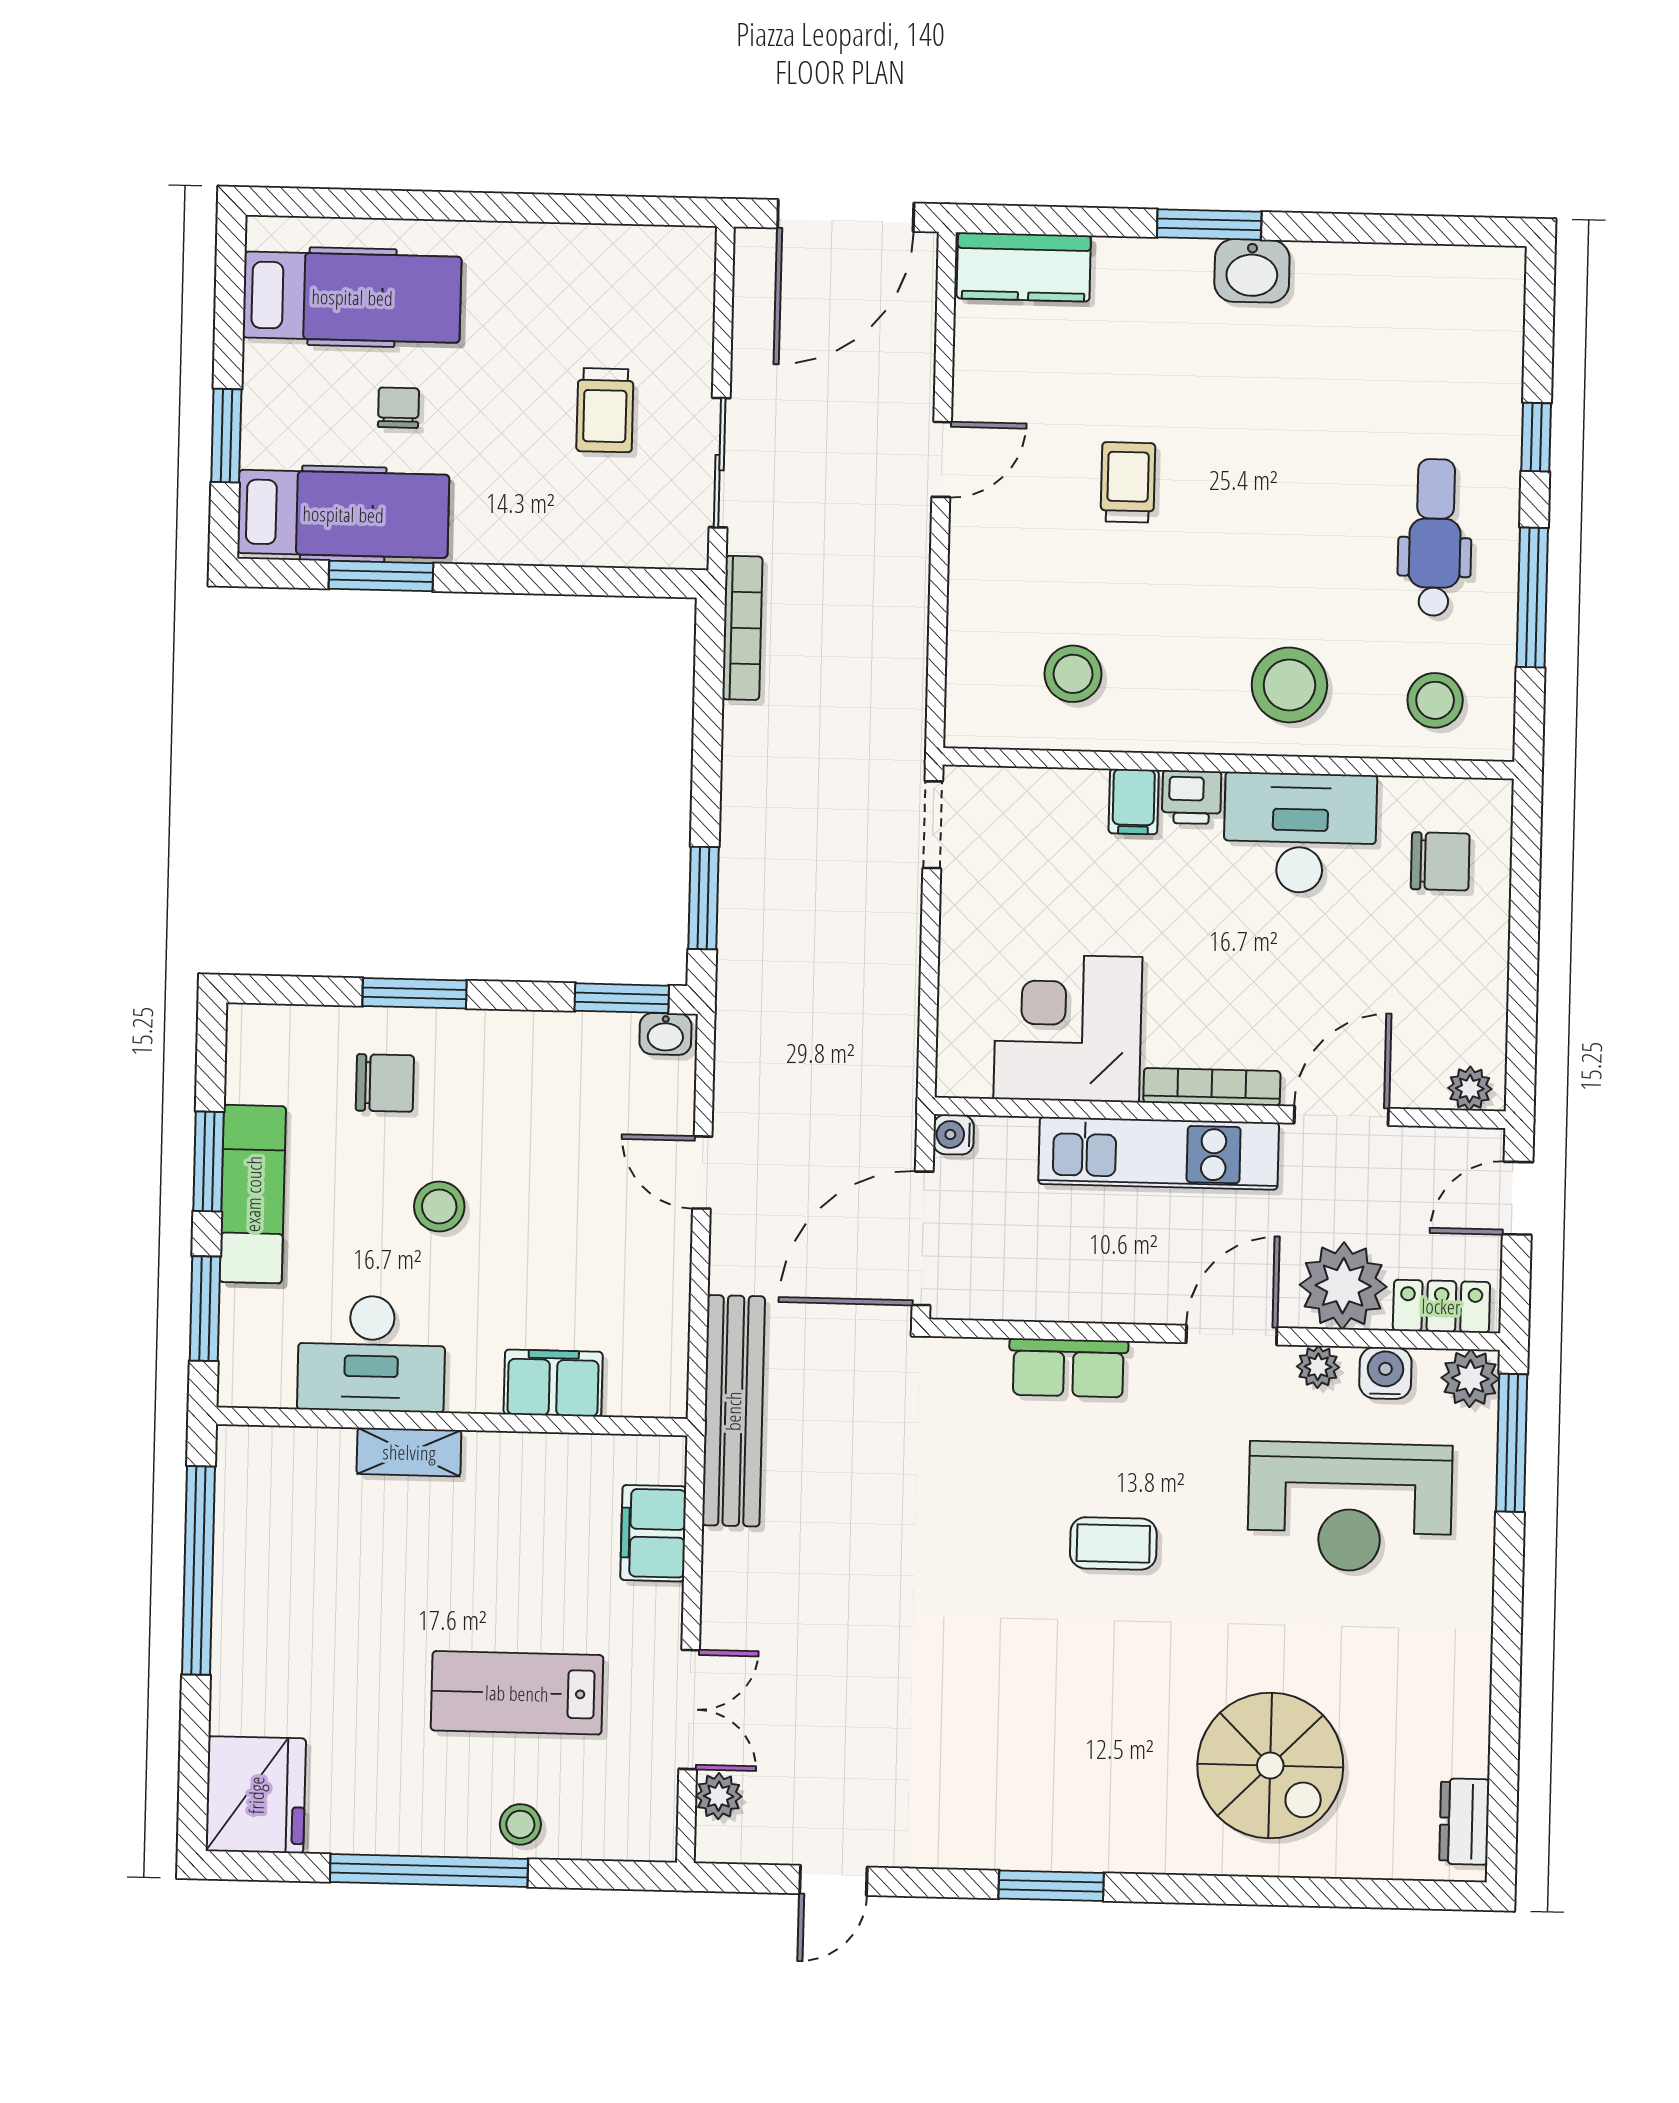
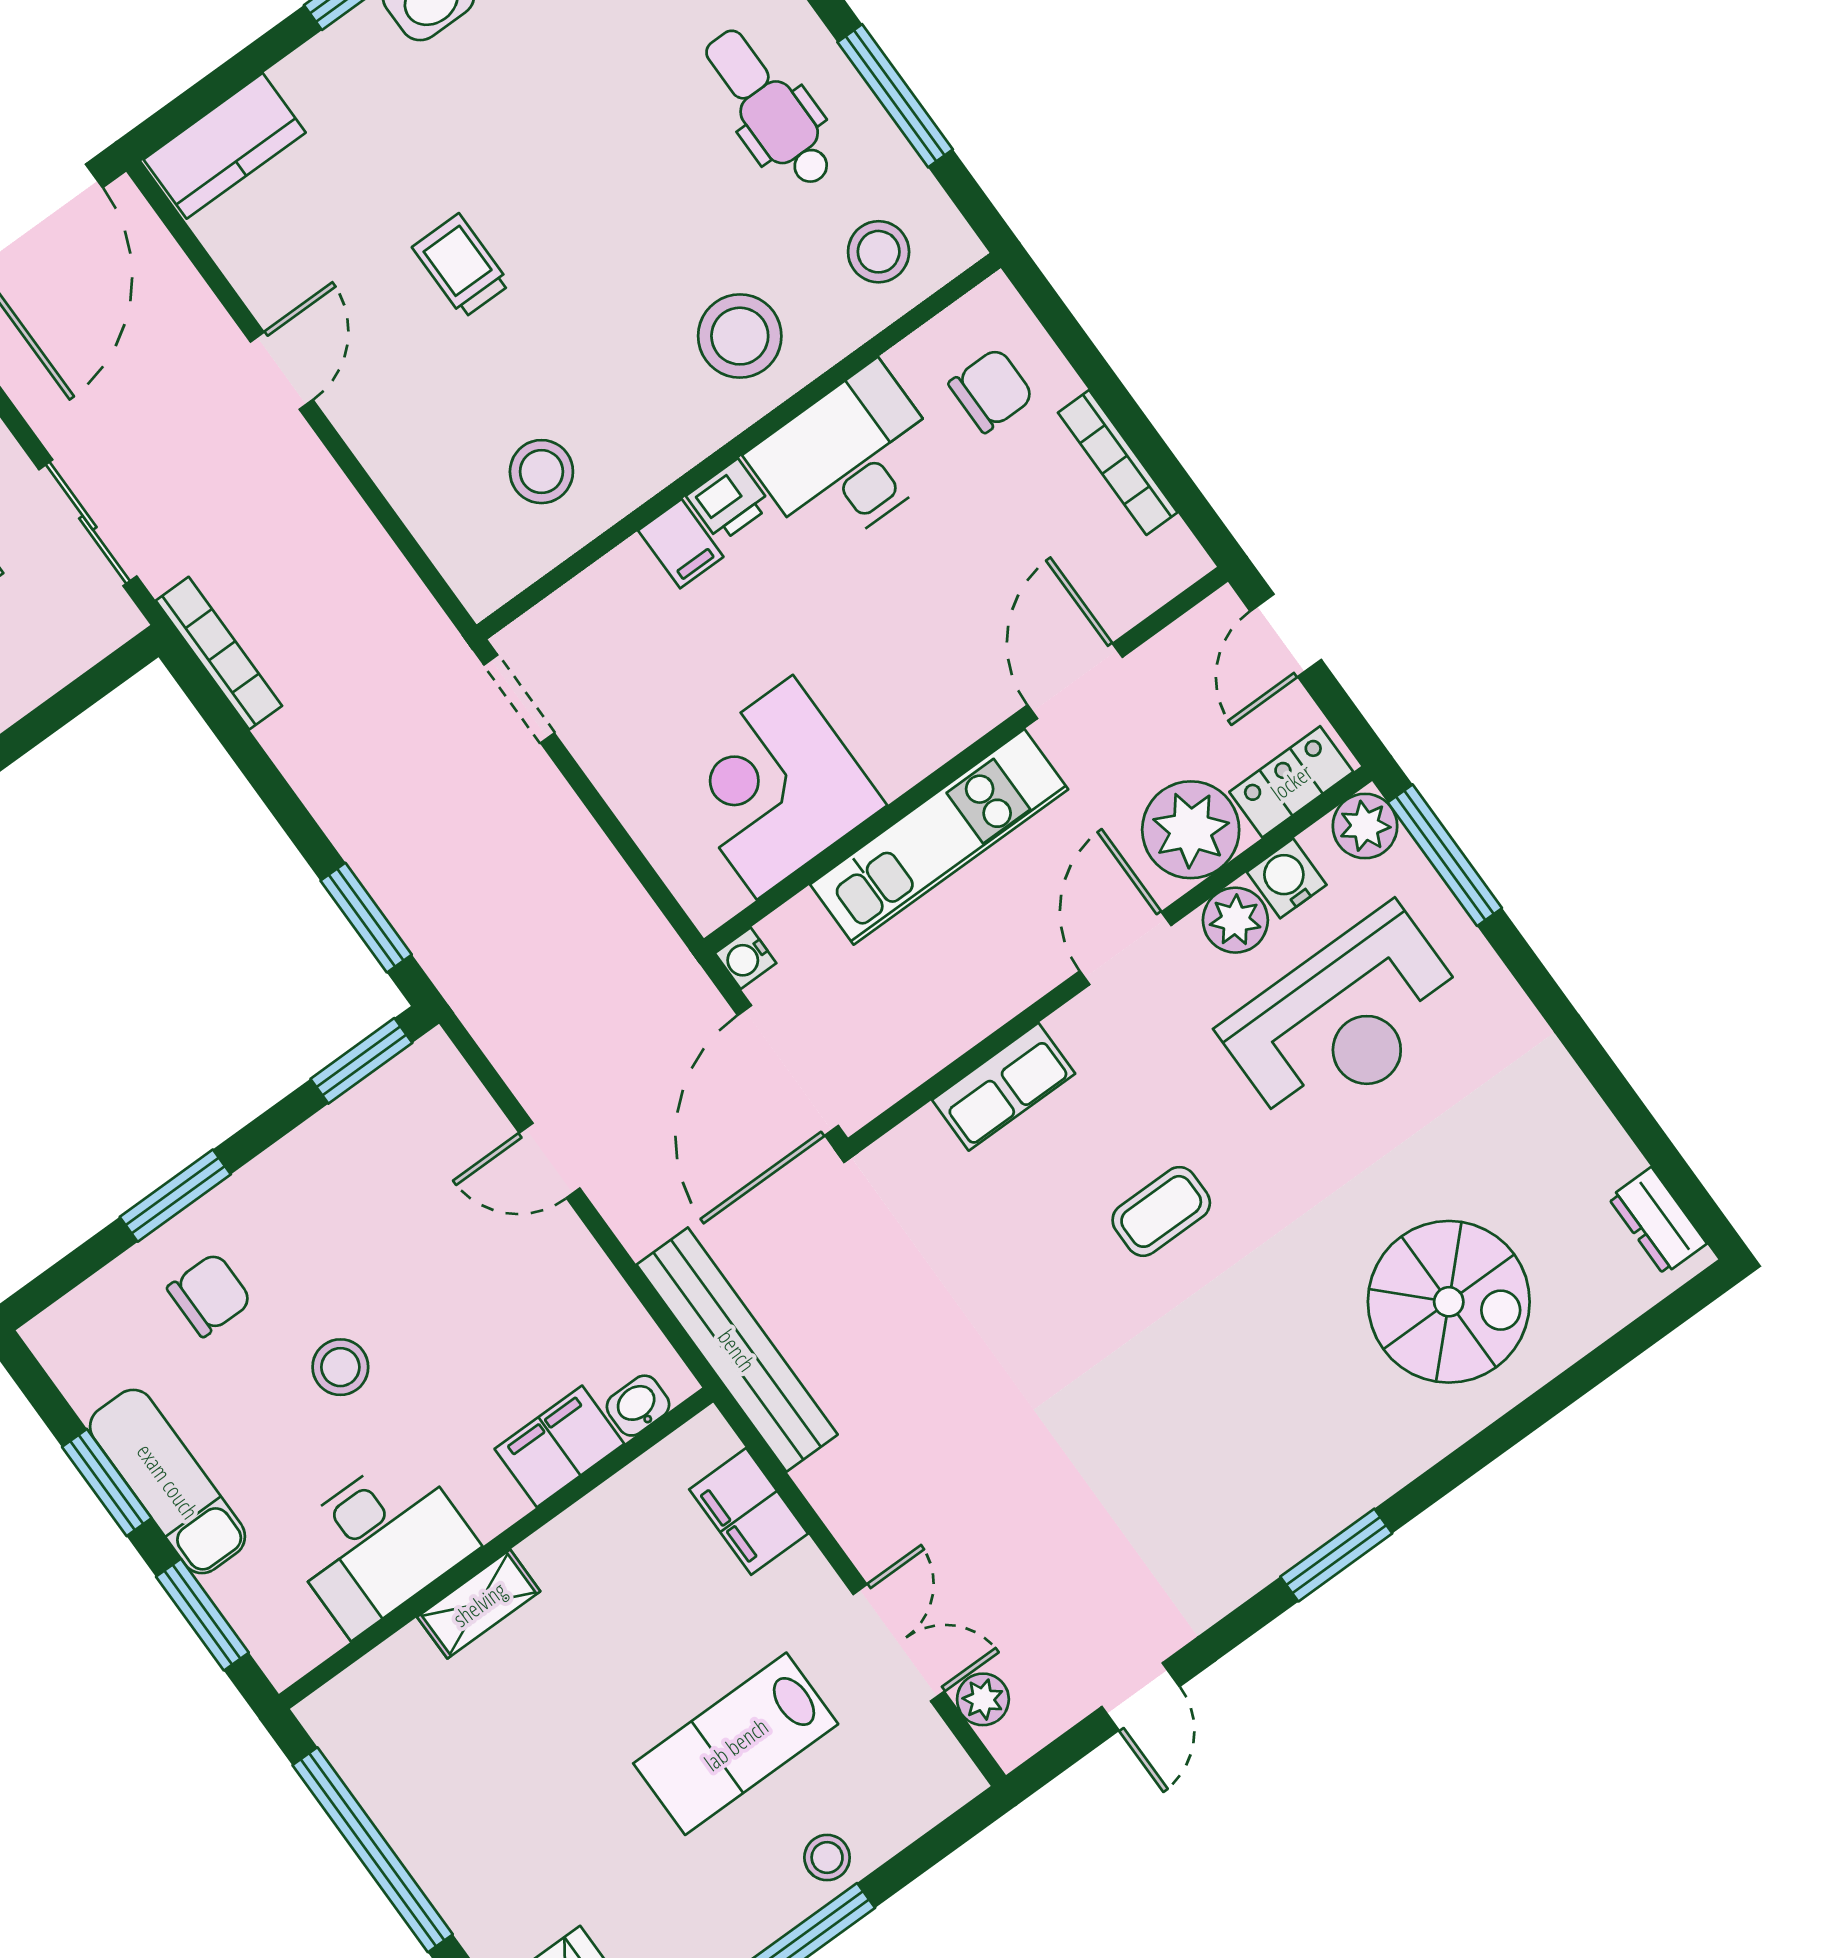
washbasin: (665, 1034) -> (638, 1406), moved, turned 180
bookcase: (1212, 1087) -> (1118, 463), moved, turned -90
plant: (1470, 1089) -> (1170, 571), removed
plant: (1318, 1367) -> (1235, 920), width x1.38, depth x1.38

